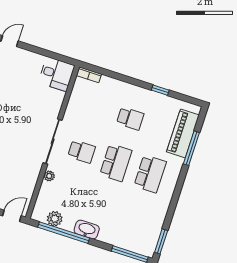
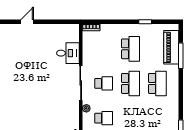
desk: (56, 74) -> (68, 53), moved
school desk: (130, 118) -> (130, 49), width x1.85
school desk: (67, 196) -> (104, 118), added

